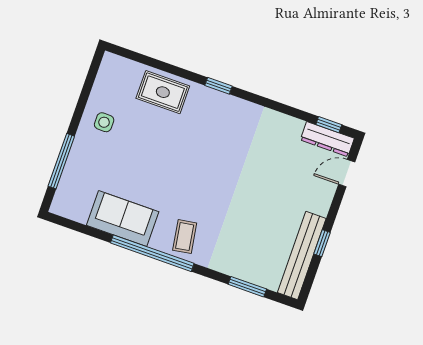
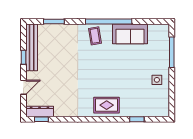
window: (219, 86) -> (137, 119), moved
rug: (163, 92) -> (107, 105), moved
door: (347, 173) -> (23, 87), moved

